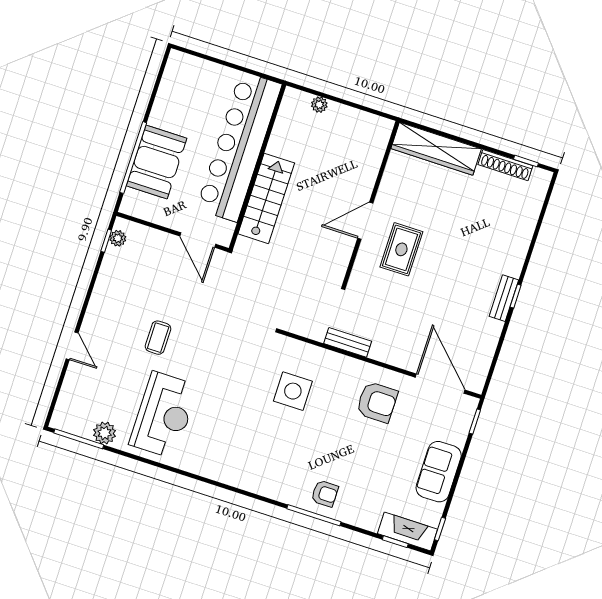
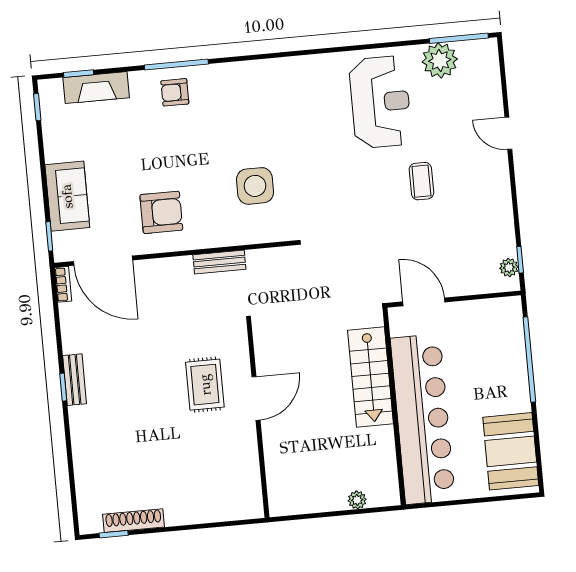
wardrobe: (436, 149) -> (214, 506), removed
booth: (157, 162) -> (511, 451), moved
bookcase: (480, 378) -> (63, 284), added
armchair: (377, 402) -> (161, 212), turned 180
reception desk: (164, 415) -> (380, 102), turned 180
plant: (105, 433) -> (440, 60), width x1.36, depth x1.36
sofa: (439, 472) -> (67, 196), moved
fireplace: (408, 531) -> (96, 88), moved

